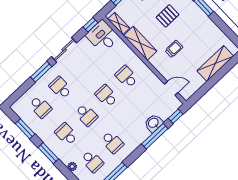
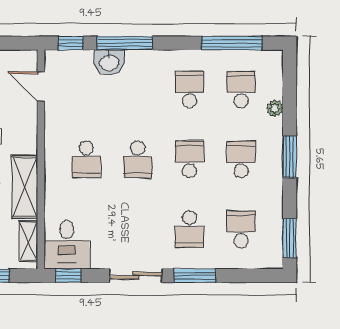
window: (25, 129) -> (290, 238), moved
school desk: (66, 134) -> (241, 159), turned 180

